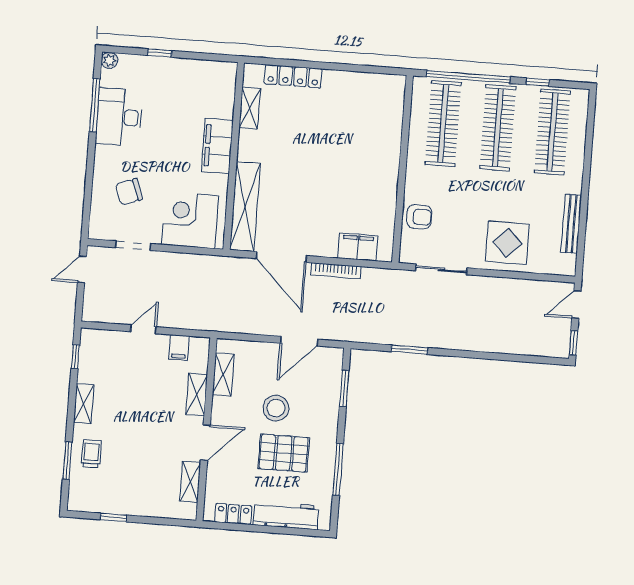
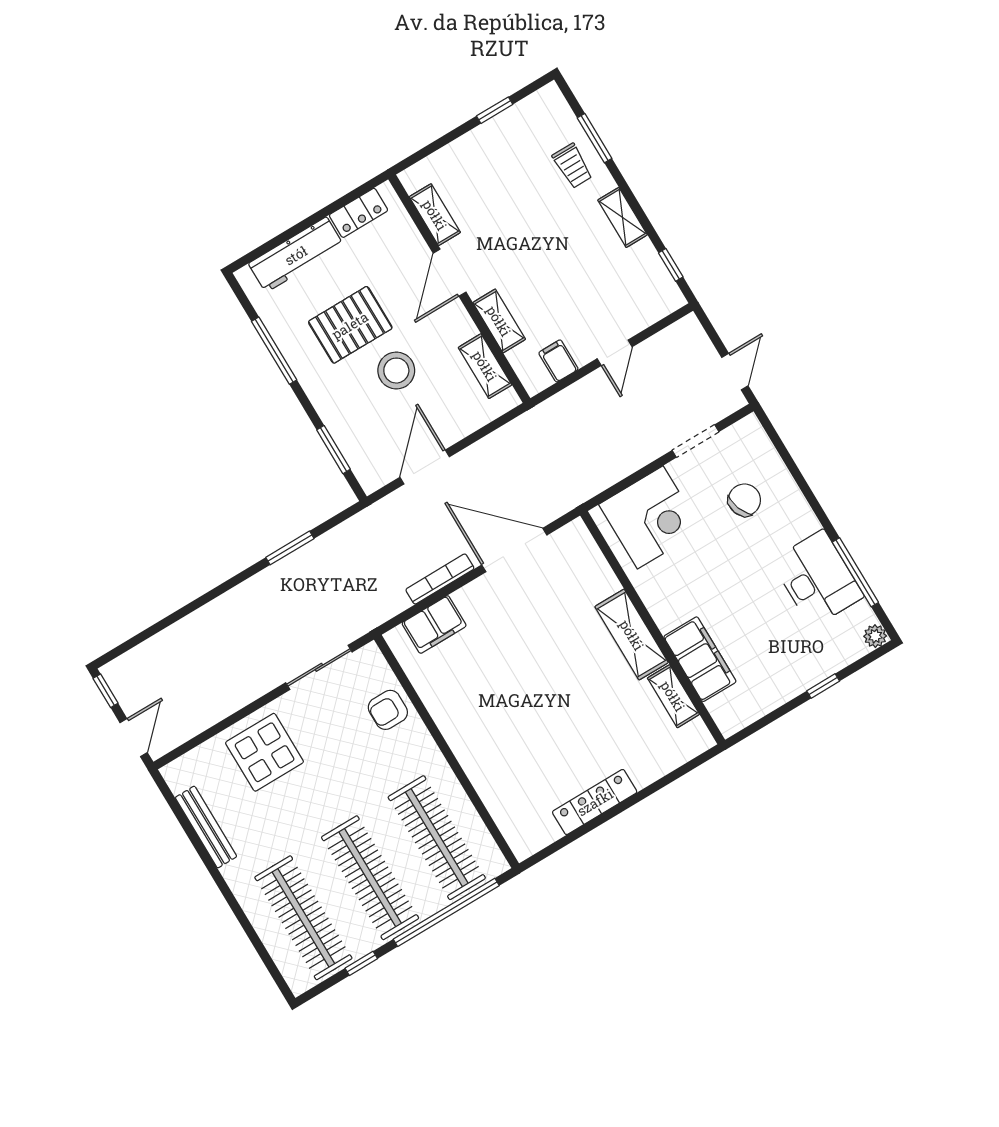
locker: (293, 76) -> (595, 802), moved
filing cabinet: (217, 146) -> (700, 659), moved
shelving: (245, 207) -> (632, 635), moved, width x0.68

